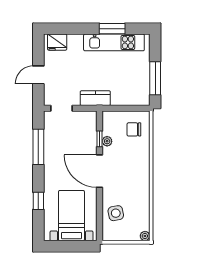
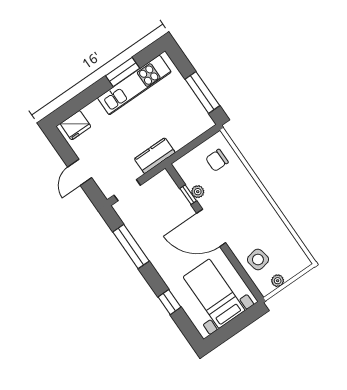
plant: (145, 236) -> (278, 281), moved

